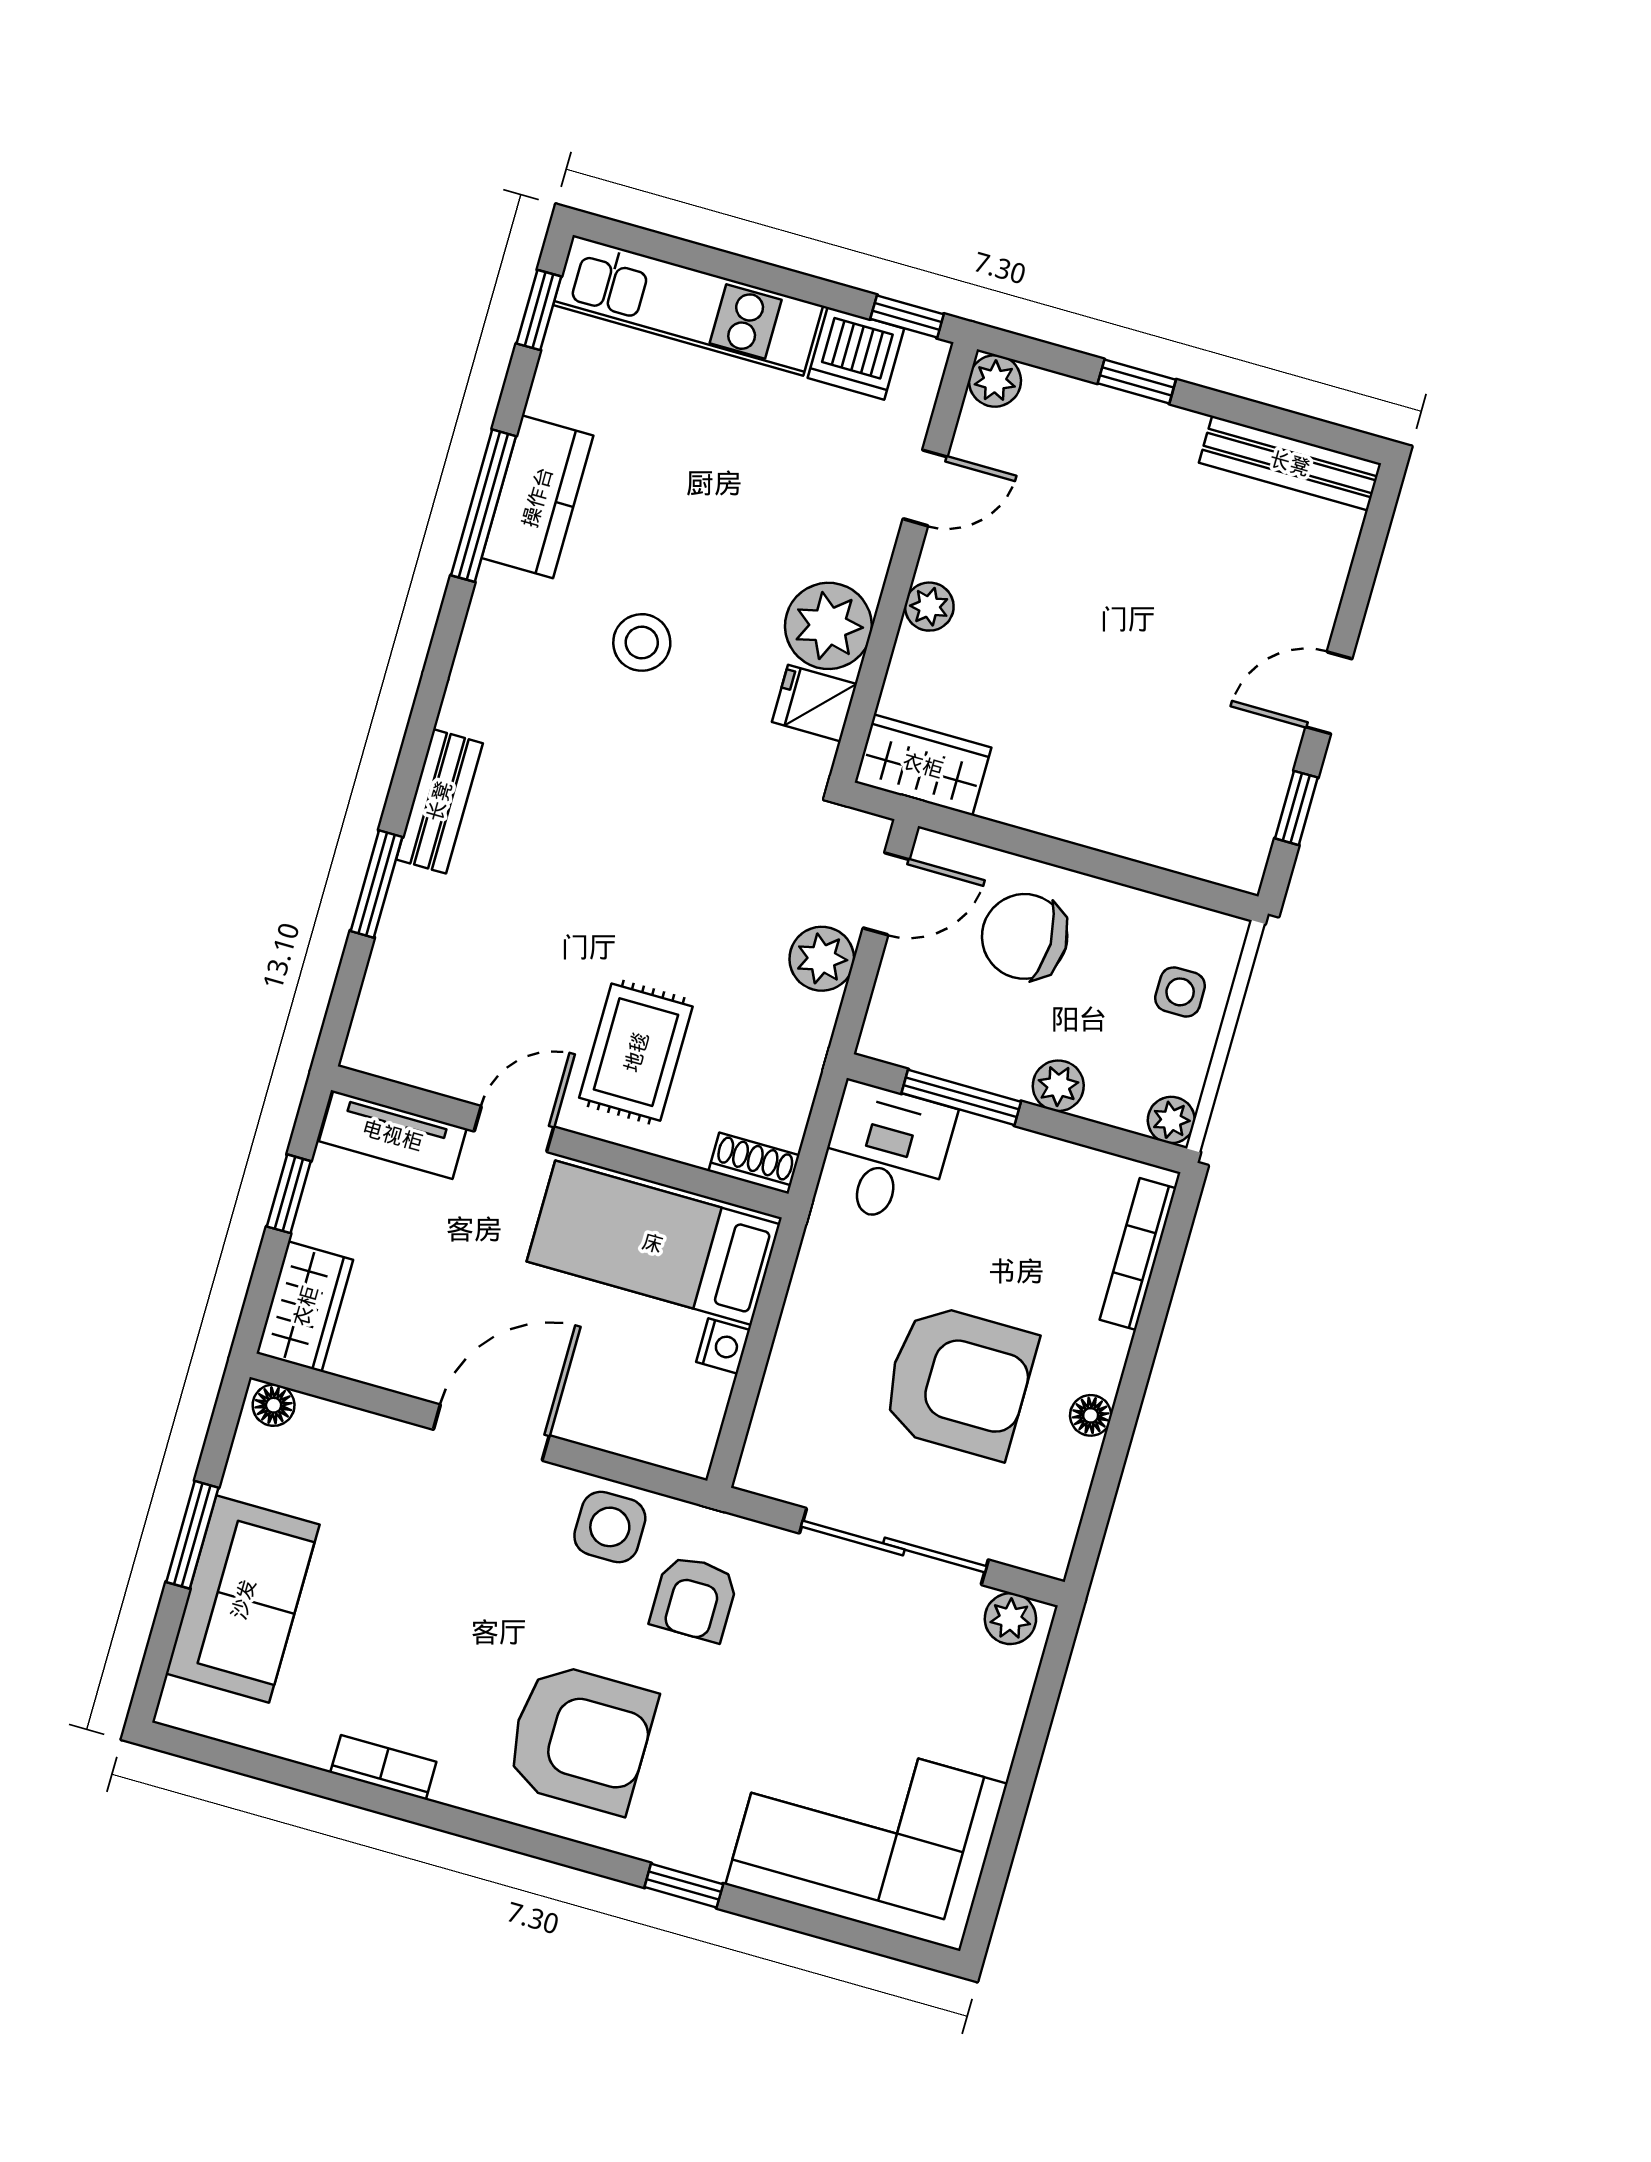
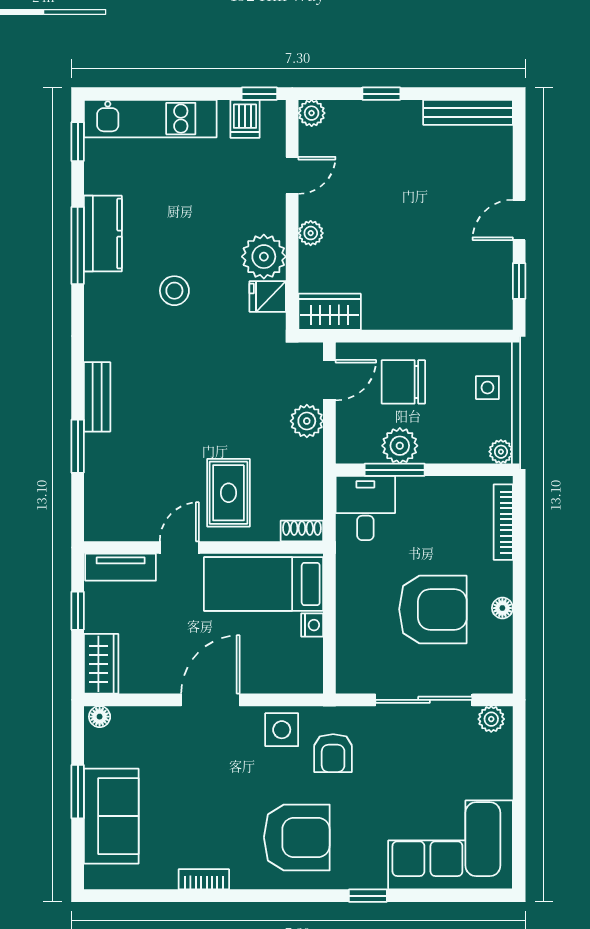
dishwasher: (856, 353) -> (245, 119), width x0.73
plant: (1058, 1086) -> (400, 446), moved, width x1.38, depth x1.38

